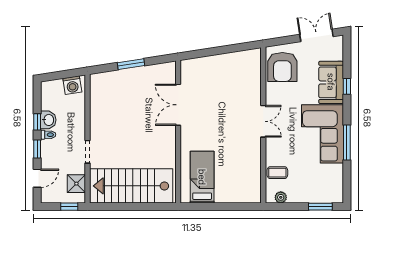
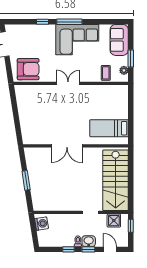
sofa: (331, 82) -> (119, 40), moved, turned 90
double door: (178, 105) -> (67, 146), moved
washbasin: (48, 120) -> (89, 241), moved
window: (347, 142) -> (69, 22), moved
window: (320, 207) -> (131, 58), moved

